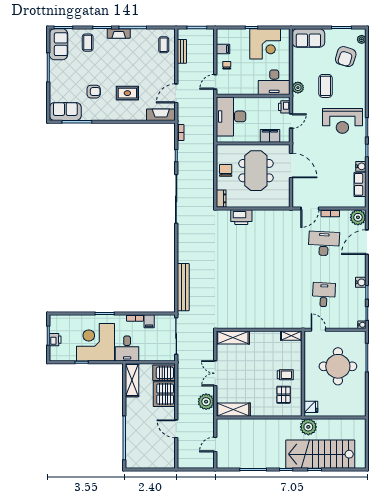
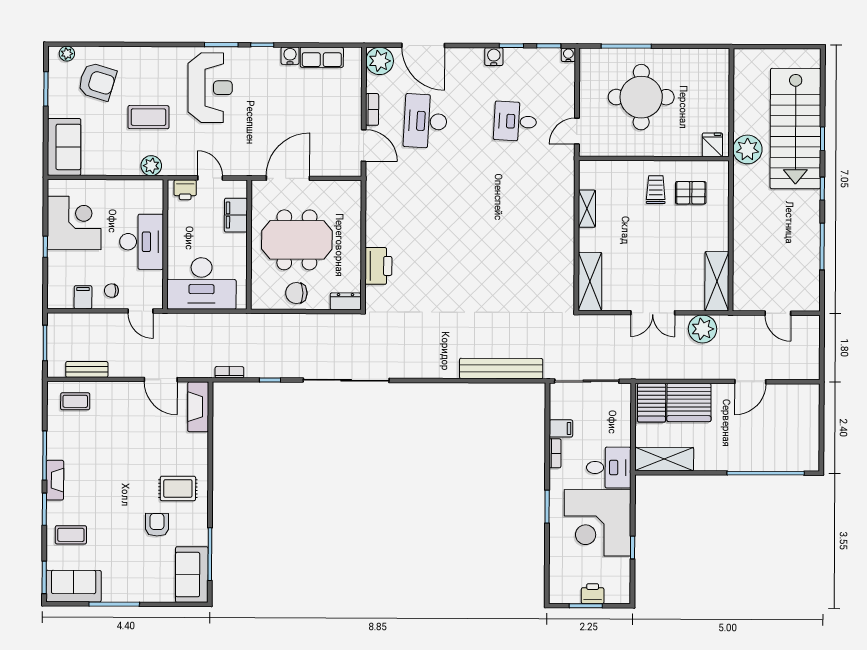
desk: (274, 82) -> (142, 242), moved
rug: (127, 93) -> (178, 488), moved, turned 90
shelving: (291, 336) -> (587, 209), moved

